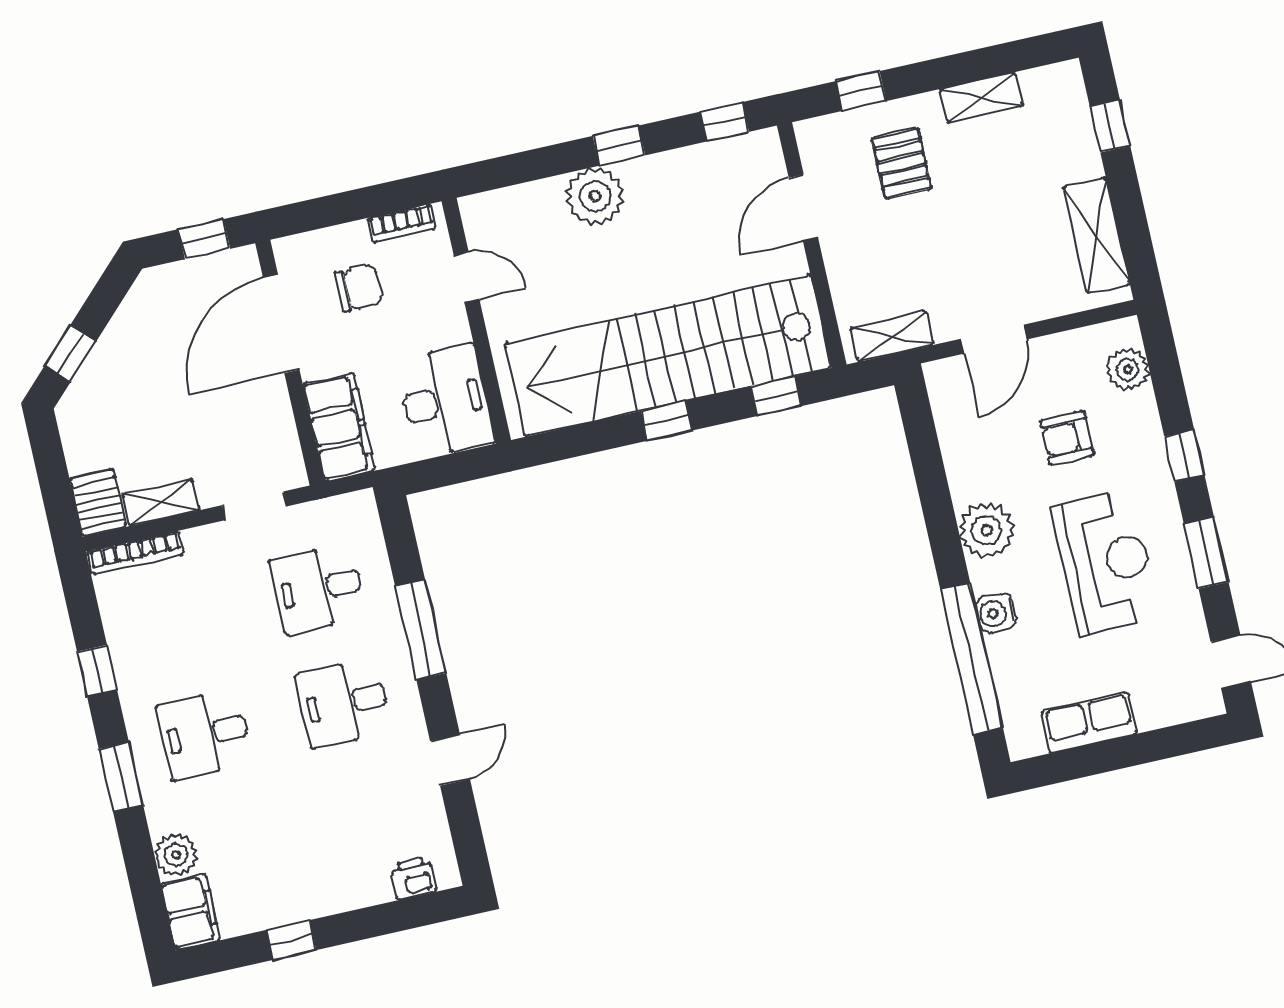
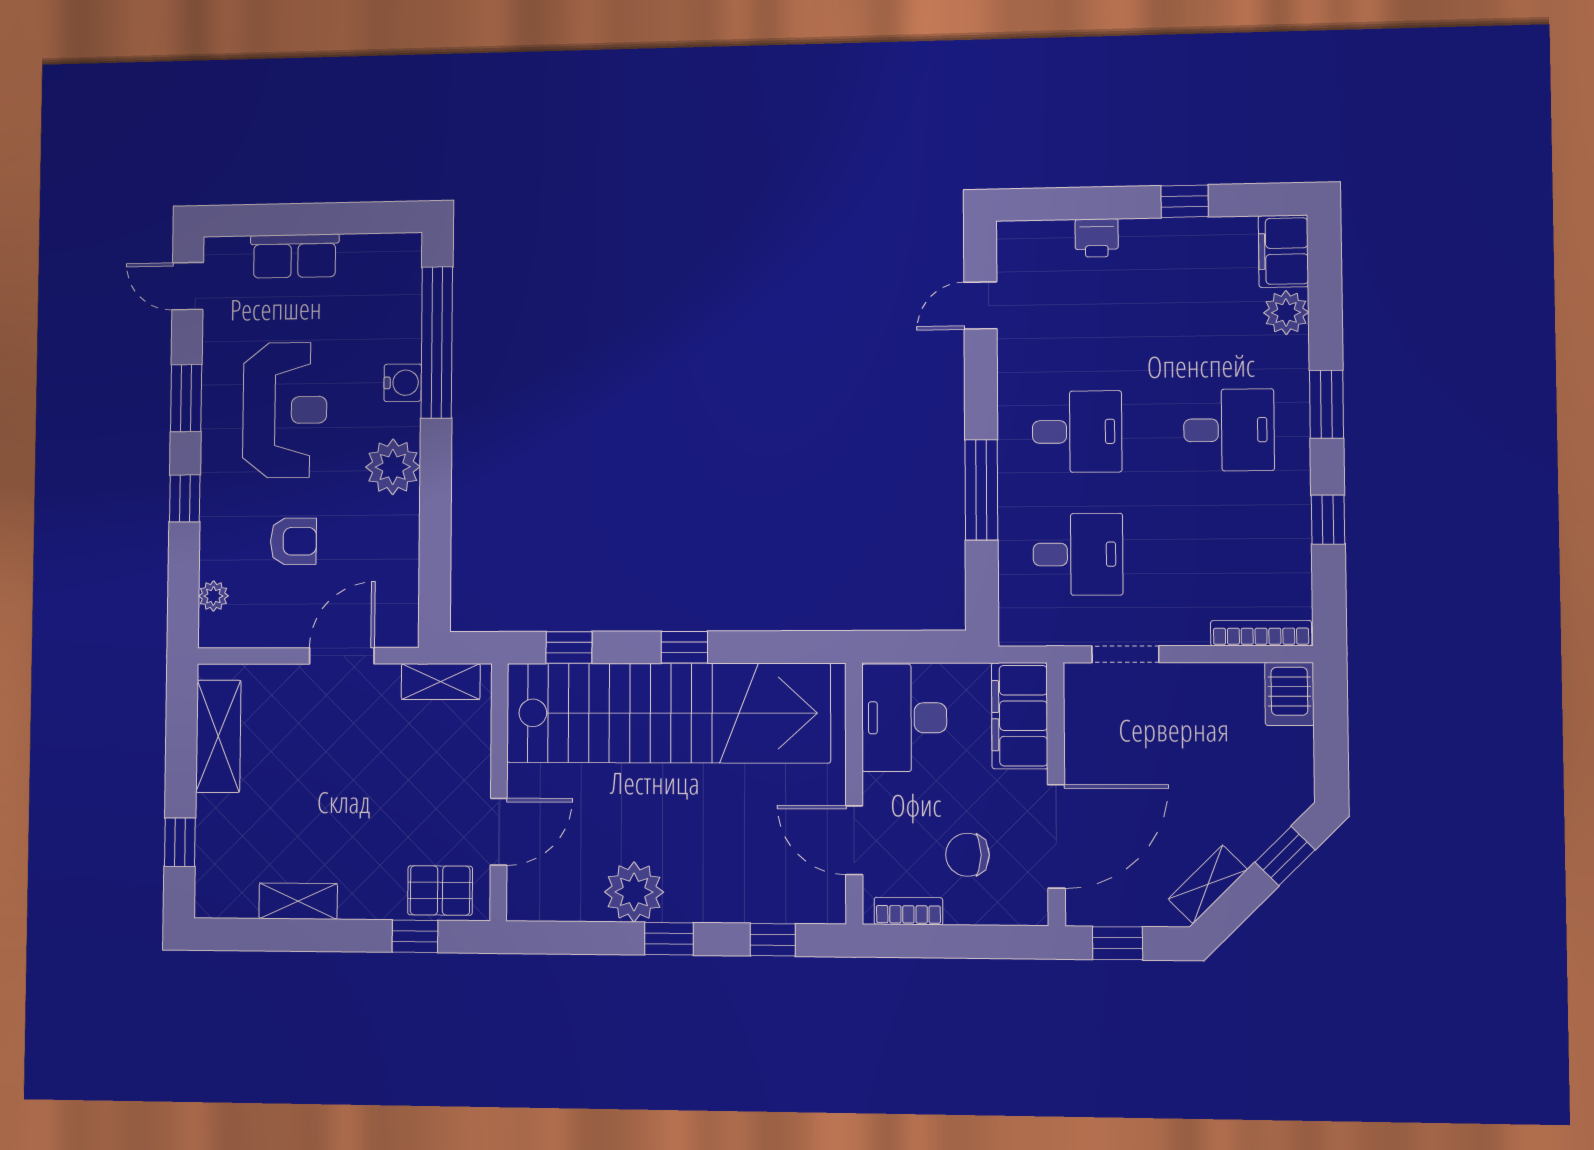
window: (725, 122) -> (773, 940), moved
pallet: (902, 164) -> (440, 891), moved, turned 90
plant: (595, 196) -> (634, 892), moved
door: (467, 277) -> (854, 840), width x1.37
plant: (1128, 369) -> (213, 596), width x0.73, depth x0.73
shelving: (161, 502) -> (1208, 884), moved, turned -45
reception desk: (1105, 562) -> (285, 410), turned 180
row of seats: (1089, 723) -> (295, 256), moved
door: (450, 760) -> (980, 306), moved
printer: (413, 878) -> (1097, 238), moved

